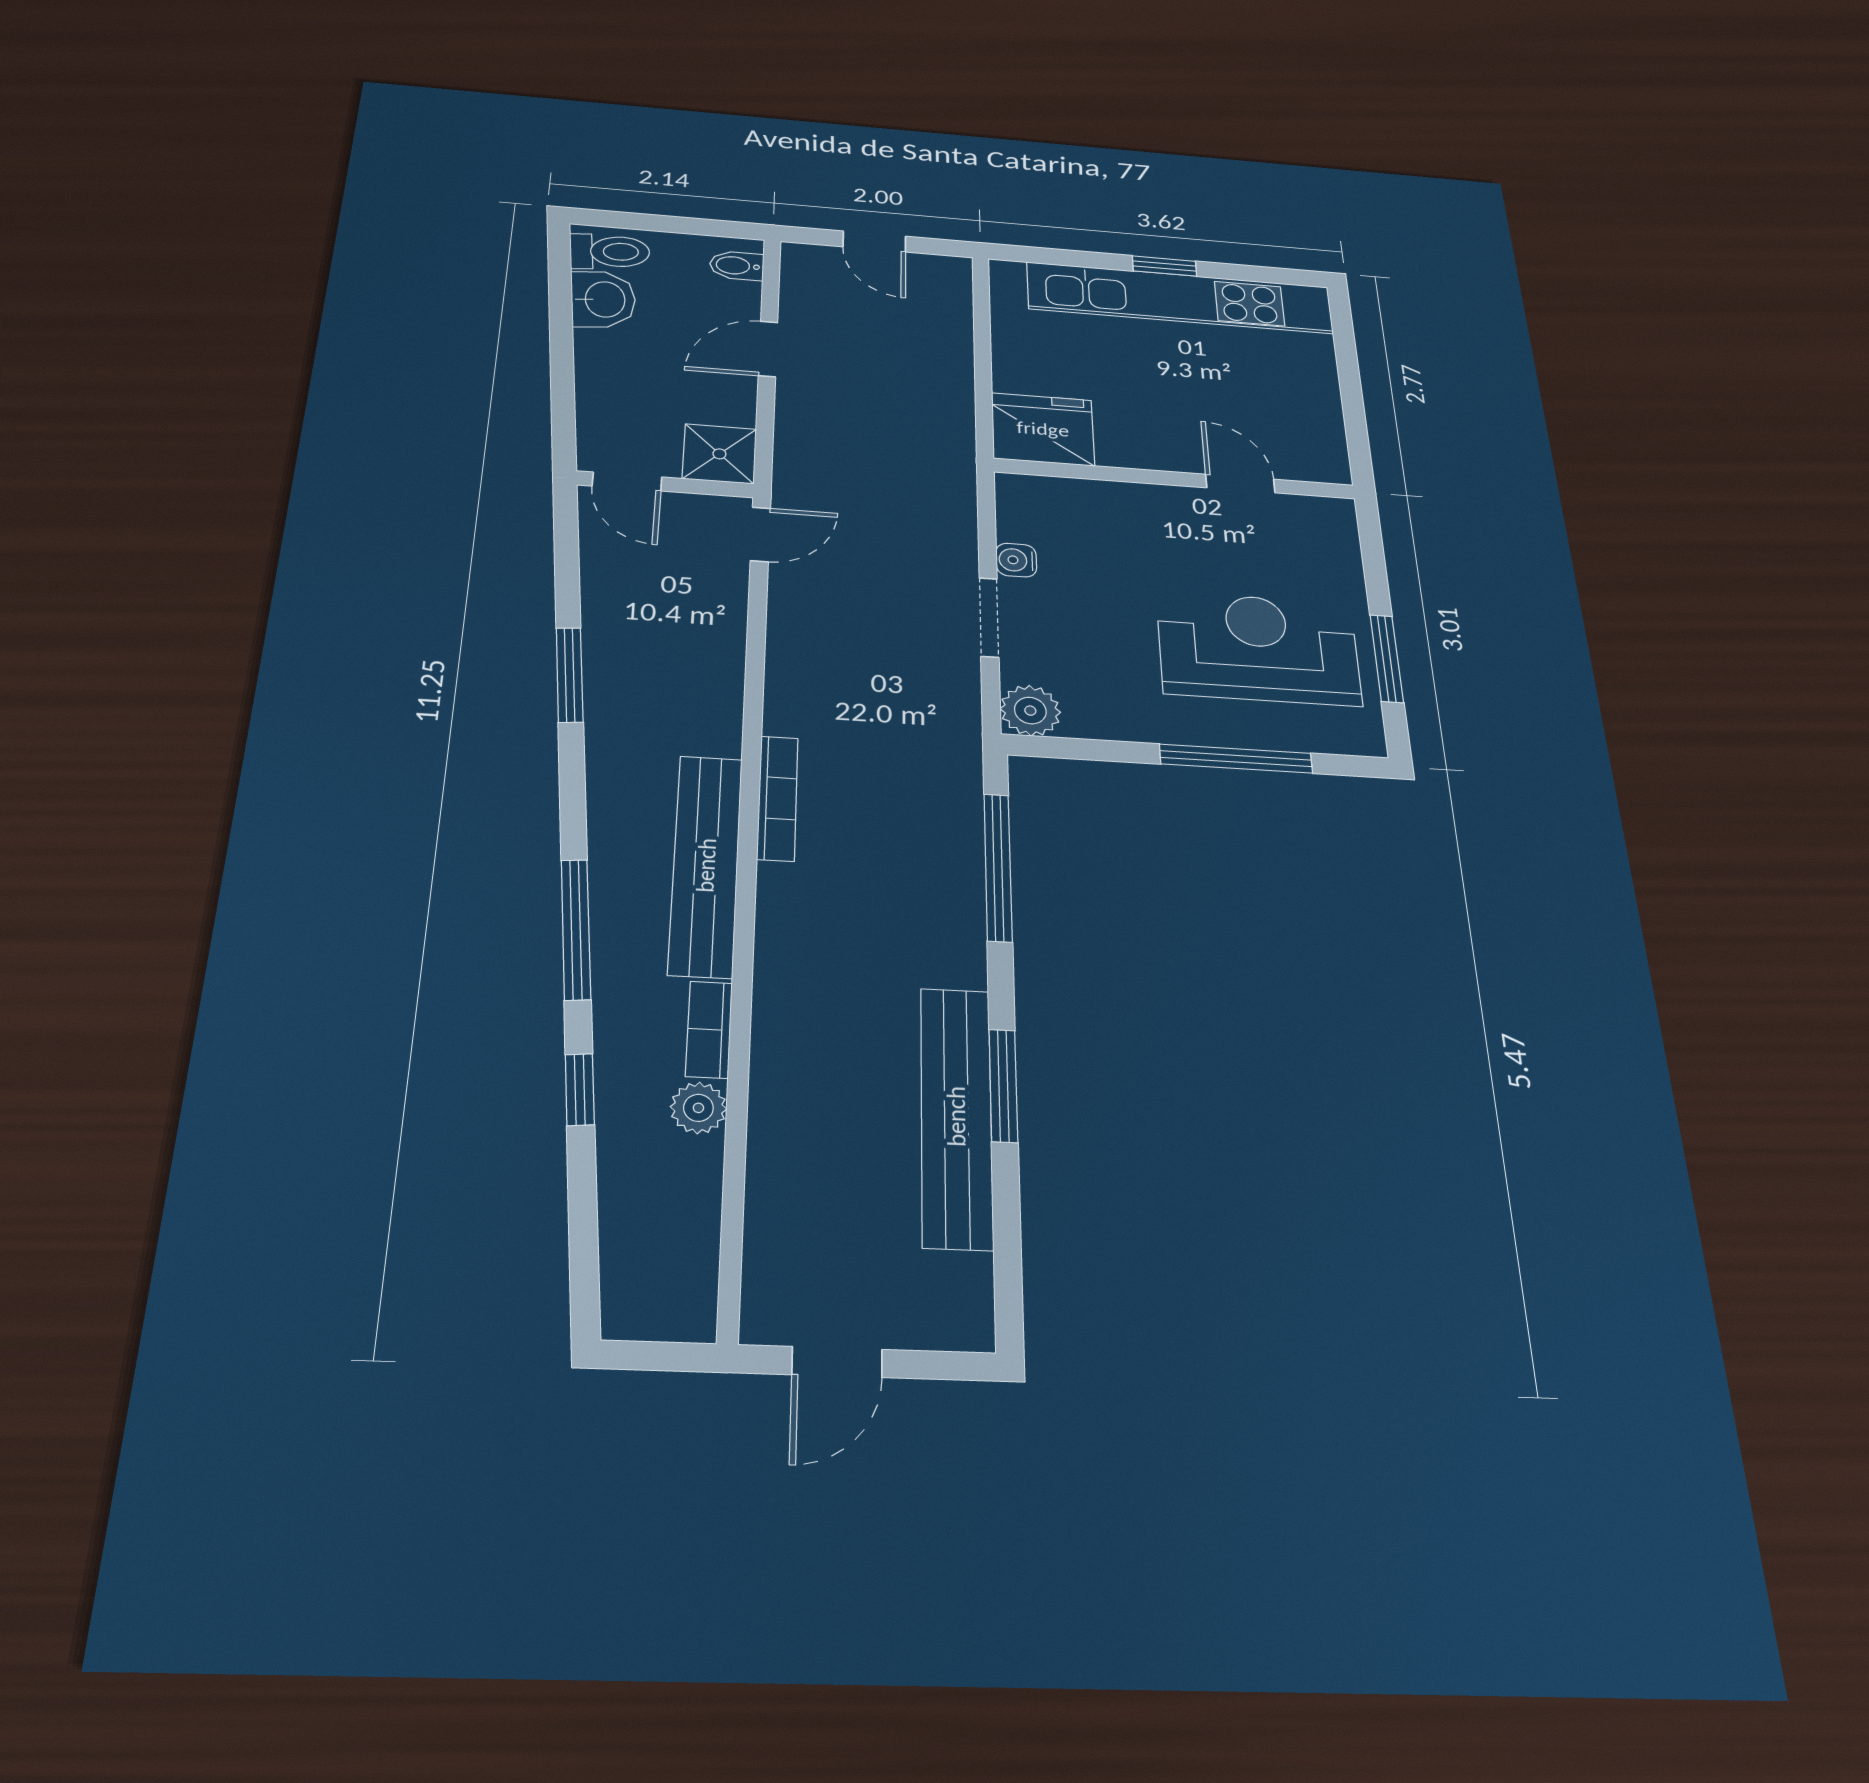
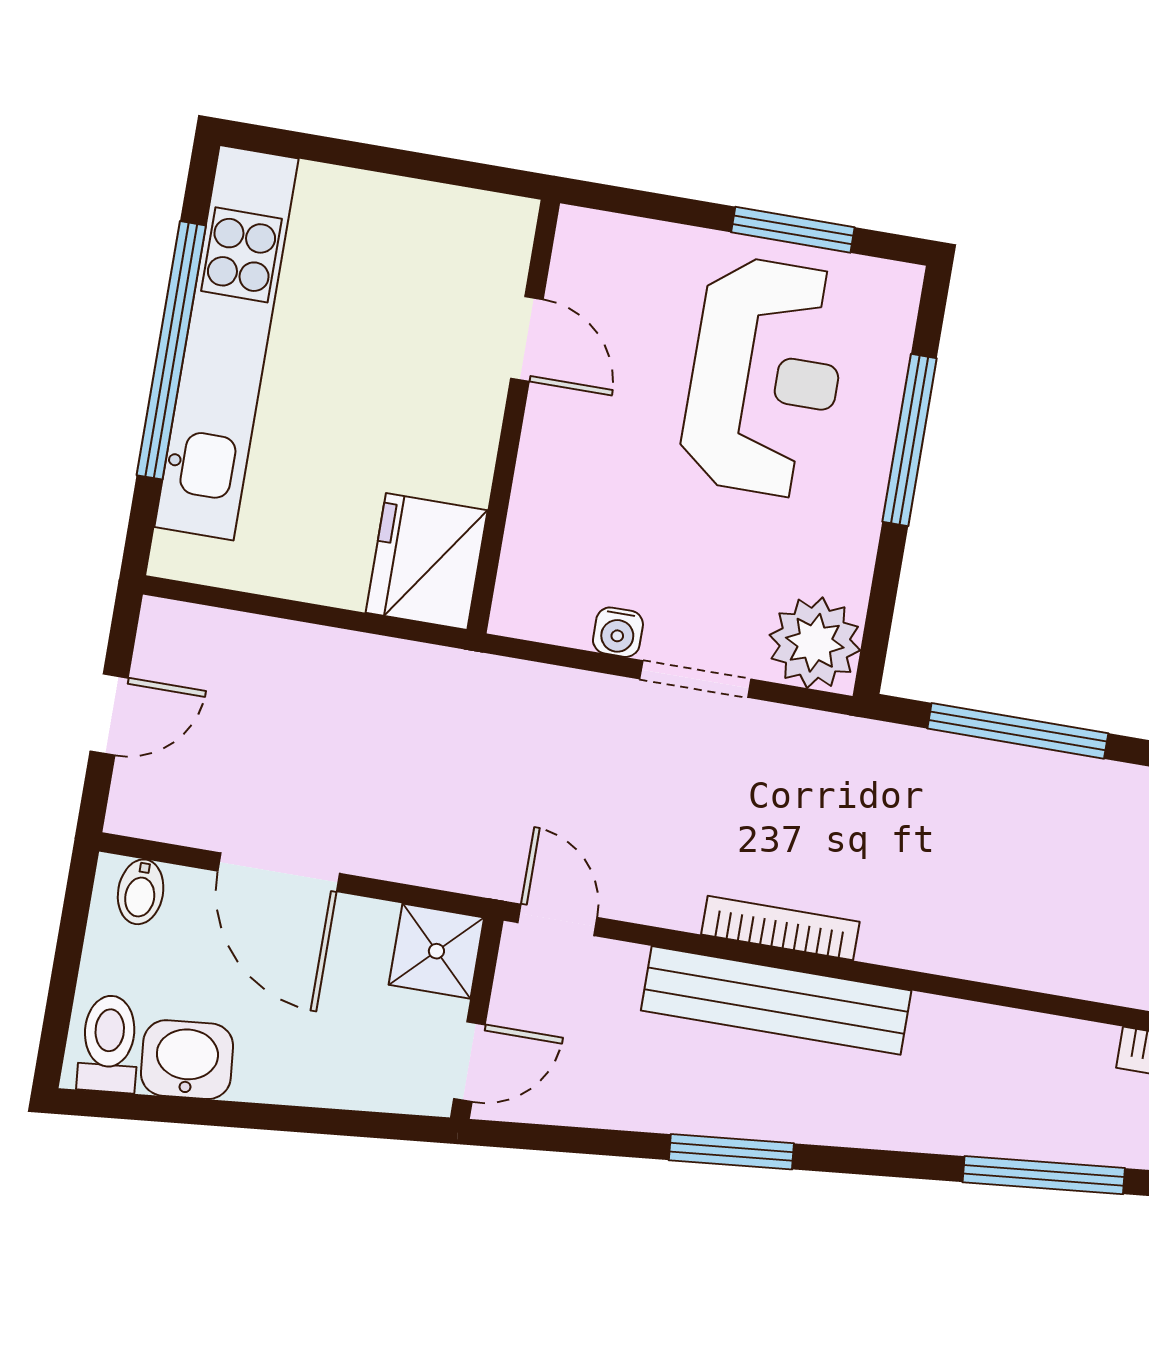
window: (1165, 266) -> (171, 350), width x3.17
door: (768, 349) -> (279, 872), width x1.38
door: (1240, 484) -> (527, 339), swing flipped
reception desk: (1258, 648) -> (765, 377), turned 180
plant: (1030, 711) -> (815, 643), width x1.36, depth x1.36
bookcase: (778, 798) -> (780, 928), moved
bench: (706, 865) -> (776, 1000), moved

